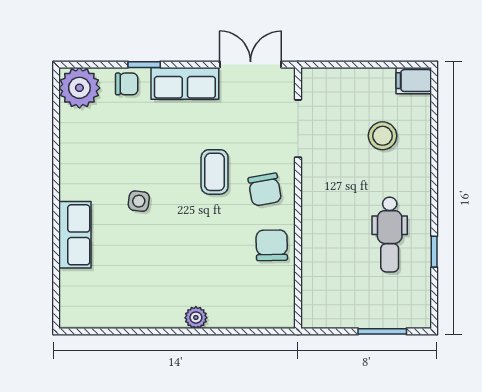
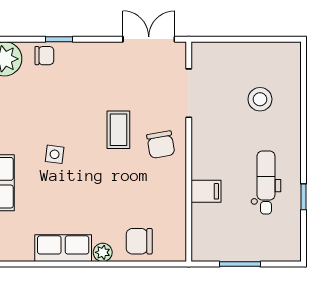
filing cabinet: (414, 81) -> (206, 191), moved, turned 180
row of seats: (185, 83) -> (63, 248), moved, turned 180
dental chair: (390, 235) -> (266, 182), turned 180
chair: (272, 245) -> (139, 241), moved, turned -89
window: (382, 331) -> (240, 264), moved

